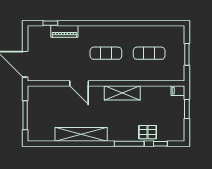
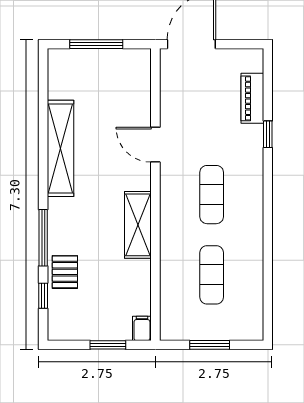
window: (50, 23) -> (268, 134), moved
piano: (64, 31) -> (252, 98), moved
door: (79, 83) -> (155, 145), hinge flipped

